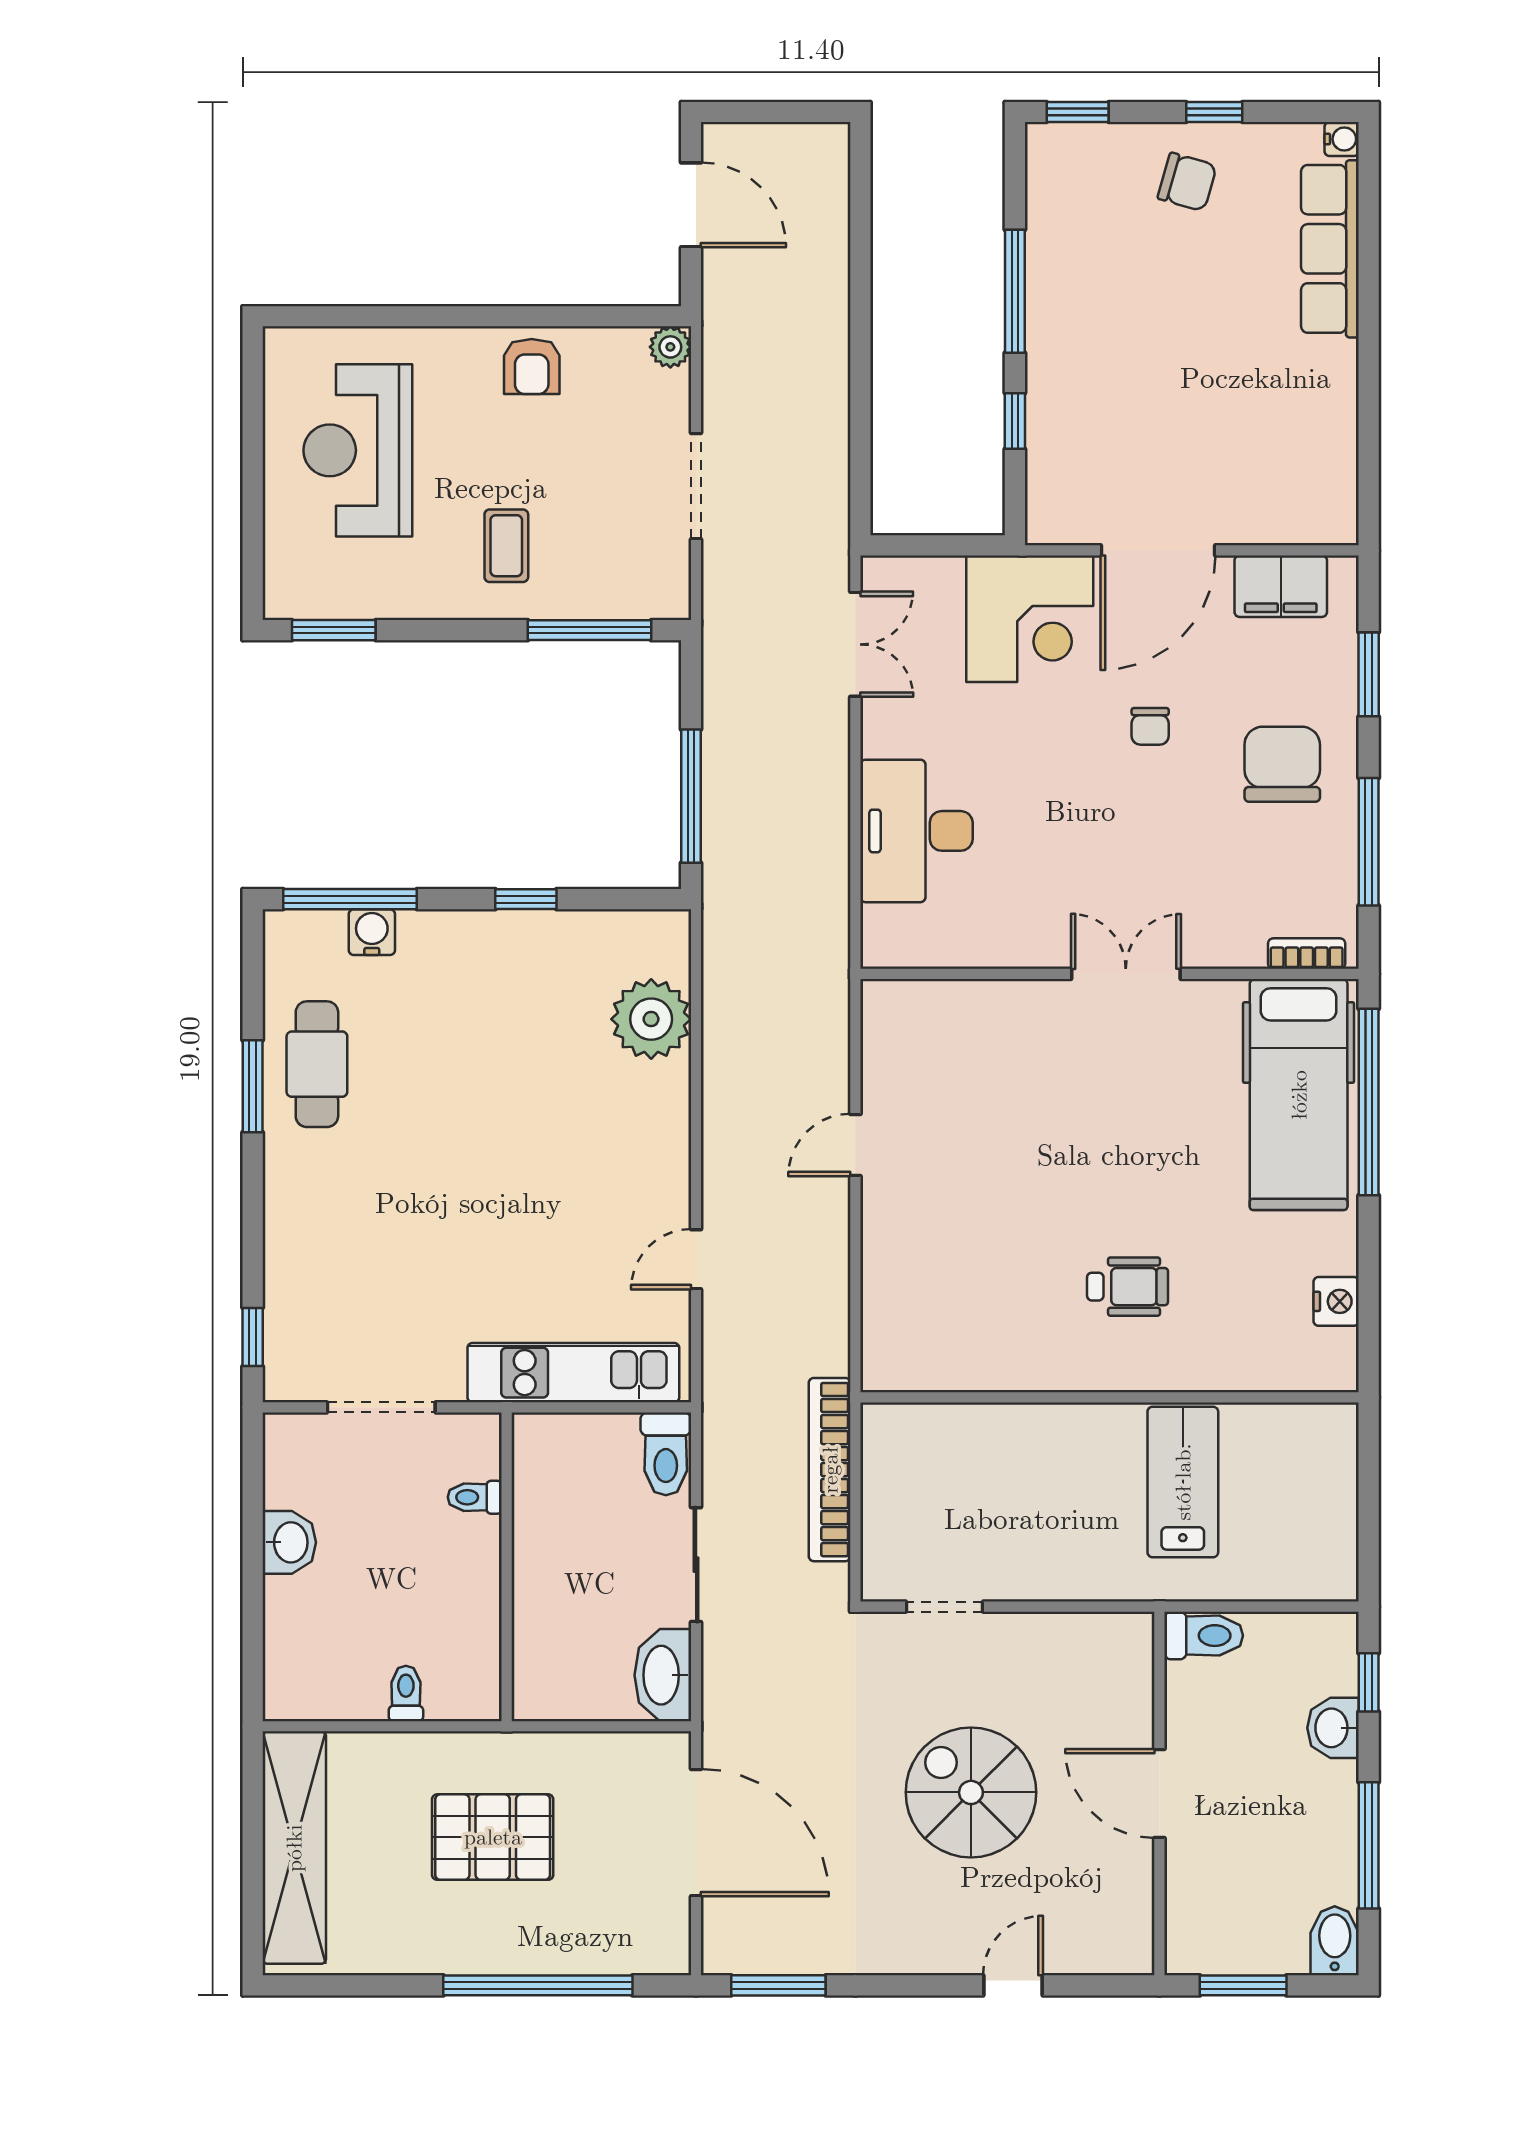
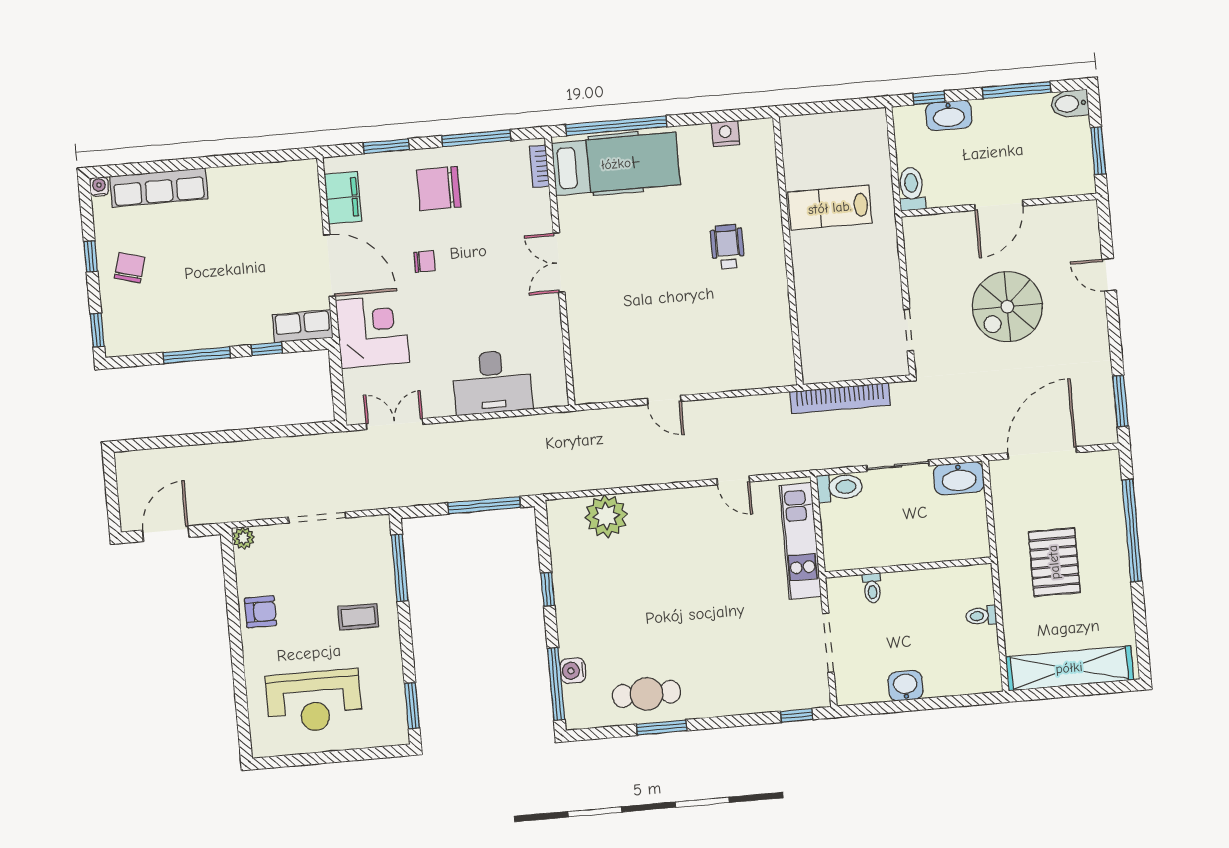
row of seats: (1051, 491) -> (303, 326), added
washbasin: (1333, 1728) -> (949, 115), width x1.38

